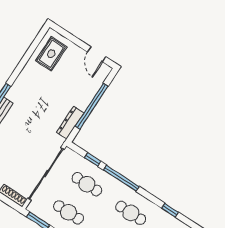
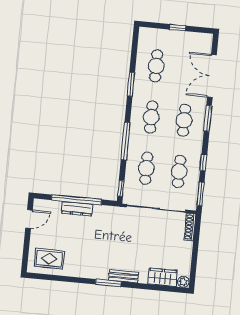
dresser: (70, 123) -> (77, 209), moved
window: (93, 159) -> (121, 188), moved
window: (170, 210) -> (131, 84), width x1.50

